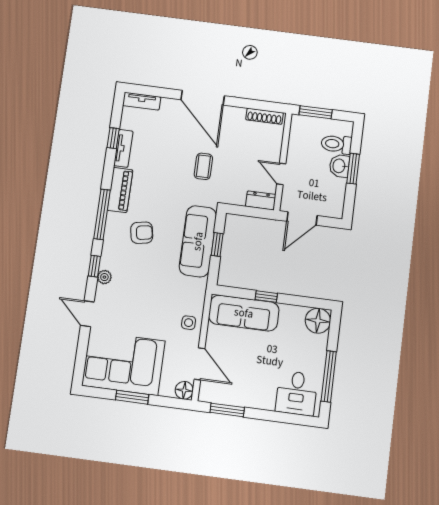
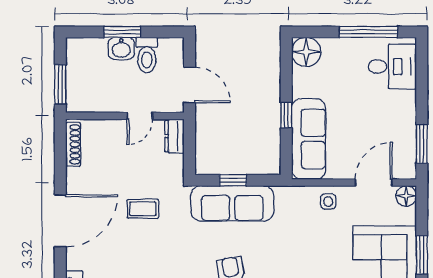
toilet: (336, 144) -> (147, 55), moved

